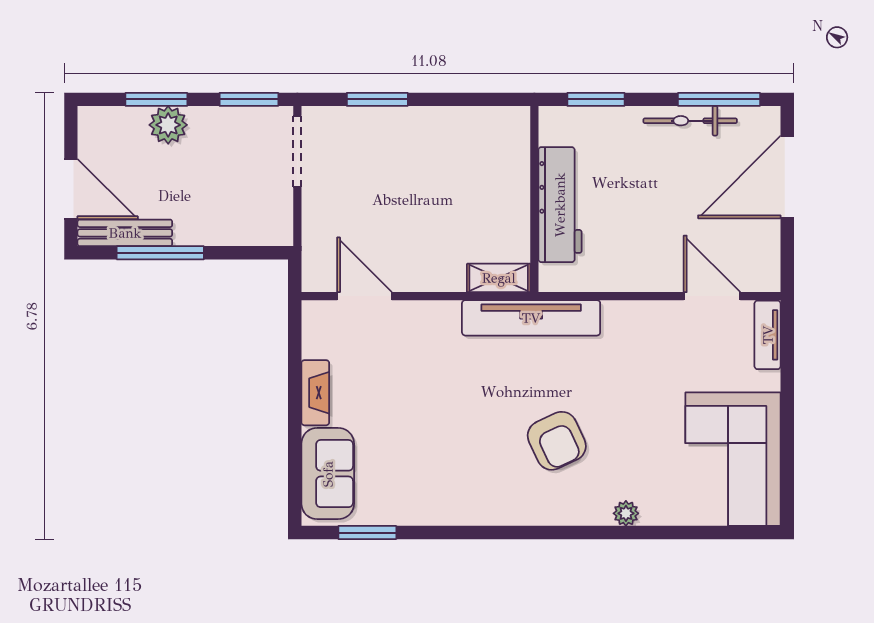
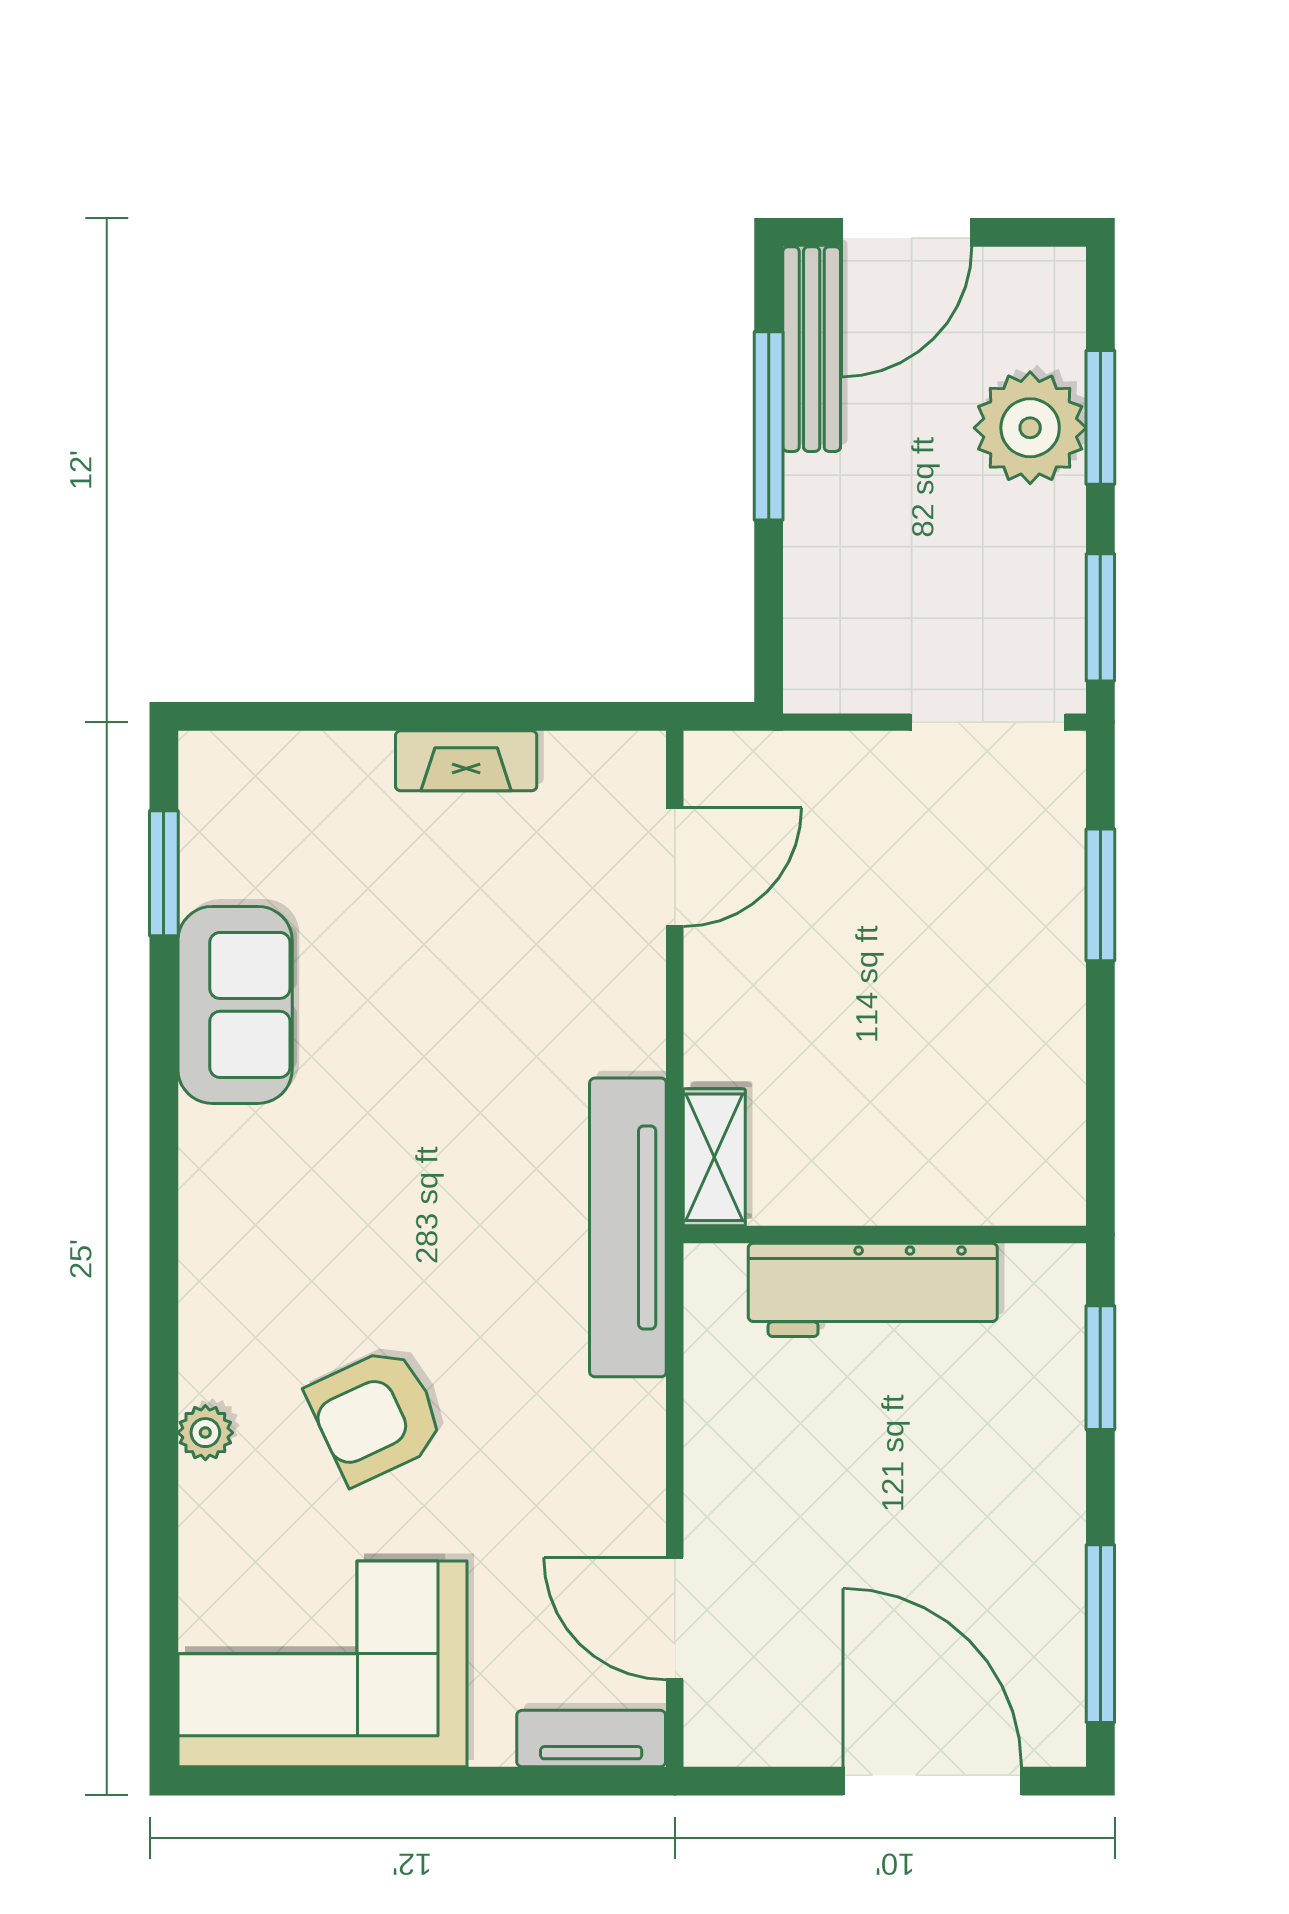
bicycle: (690, 121) -> (1054, 1571), removed
plant: (168, 125) -> (1030, 428), width x1.36, depth x1.36
door: (712, 296) -> (675, 1619), swing flipped
armchair: (557, 441) -> (376, 1415), moved
sofa: (328, 474) -> (235, 1005), moved, turned -90

